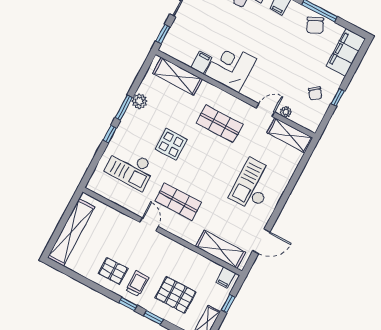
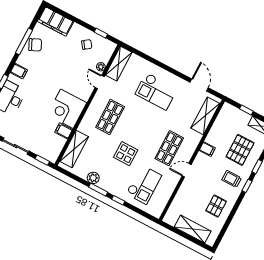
window: (338, 97) -> (101, 33), moved
shelving: (71, 232) -> (193, 229), width x0.68
pallet: (113, 271) -> (216, 206), moved
filing cabinet: (226, 278) -> (207, 149), moved

